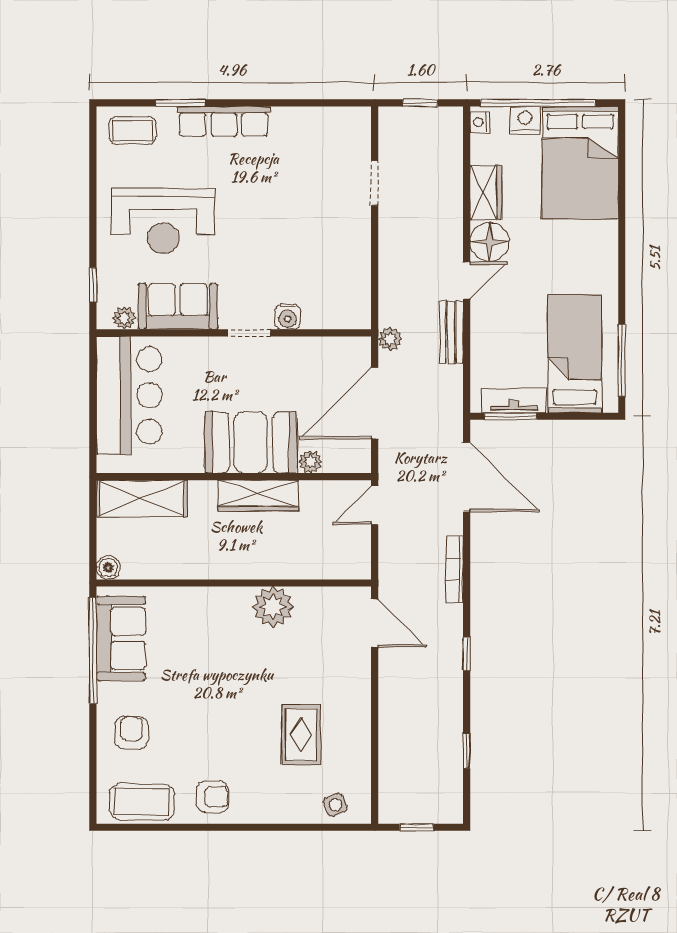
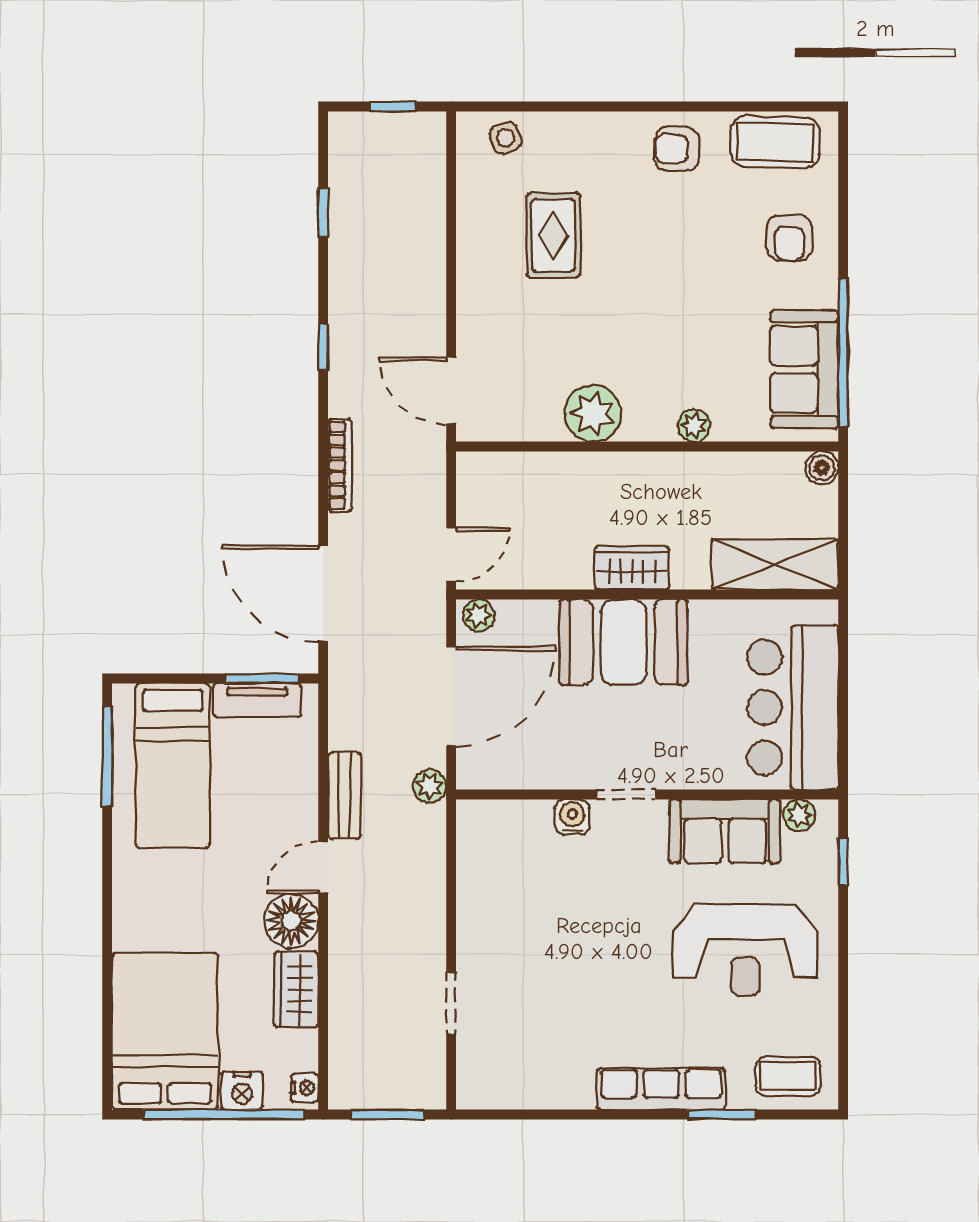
window: (420, 103) -> (388, 1115), width x1.50
reception desk: (163, 221) -> (745, 950), turned 180
plant: (310, 462) -> (478, 615), moved
wardrobe: (258, 496) -> (632, 568), width x0.67
plant: (200, 598) -> (694, 426), added

